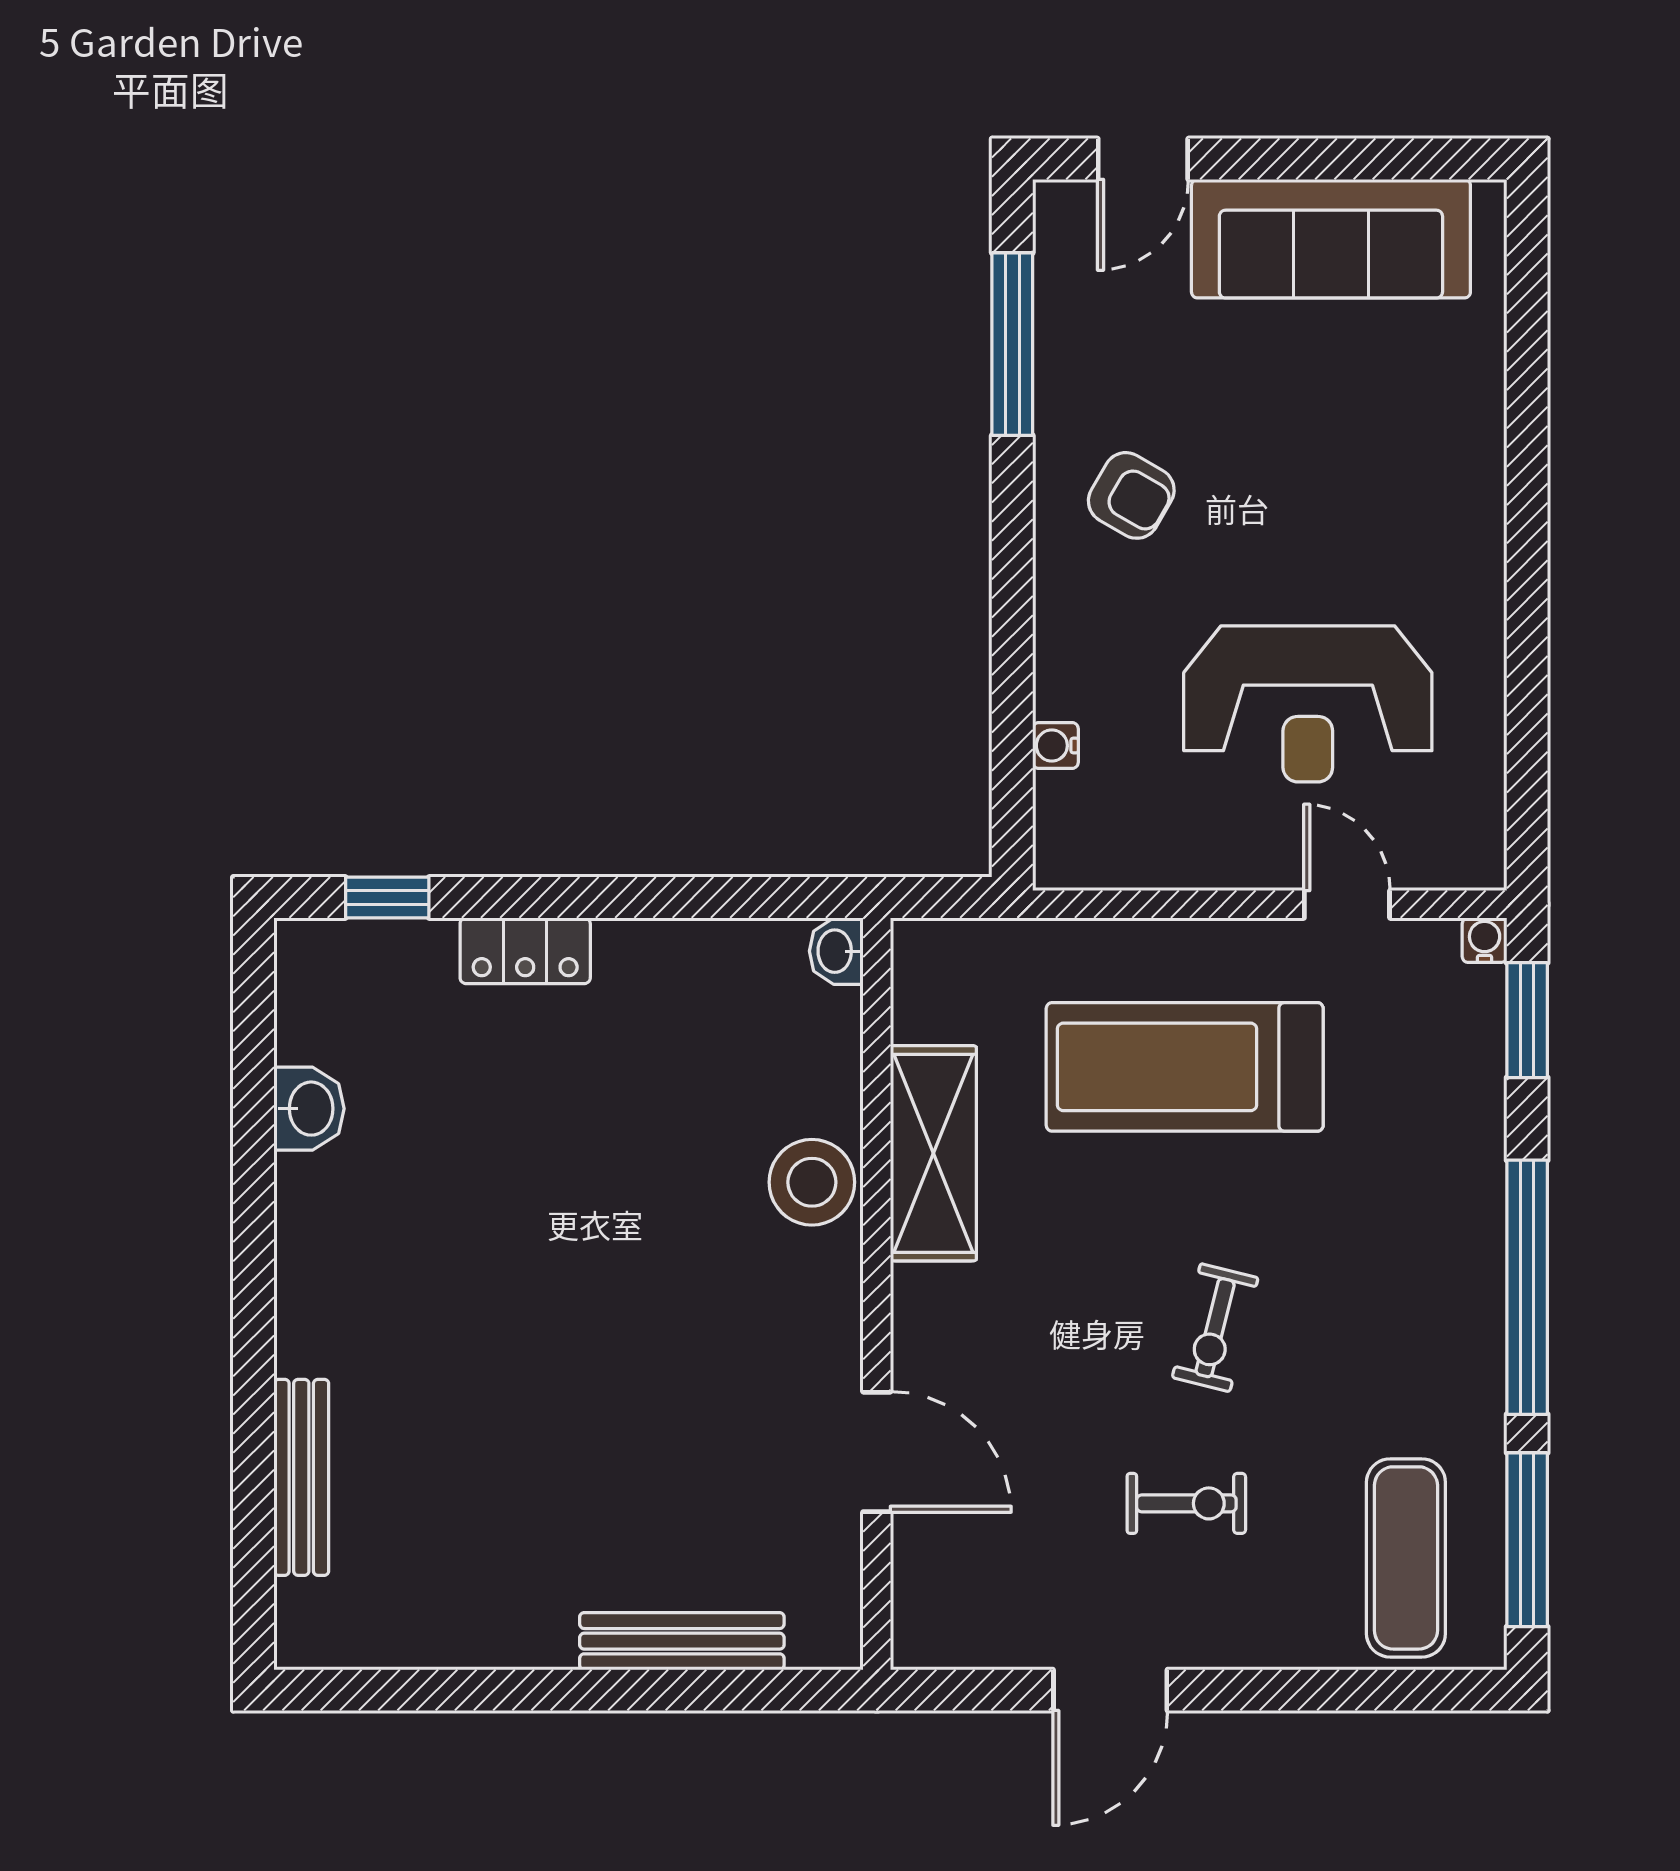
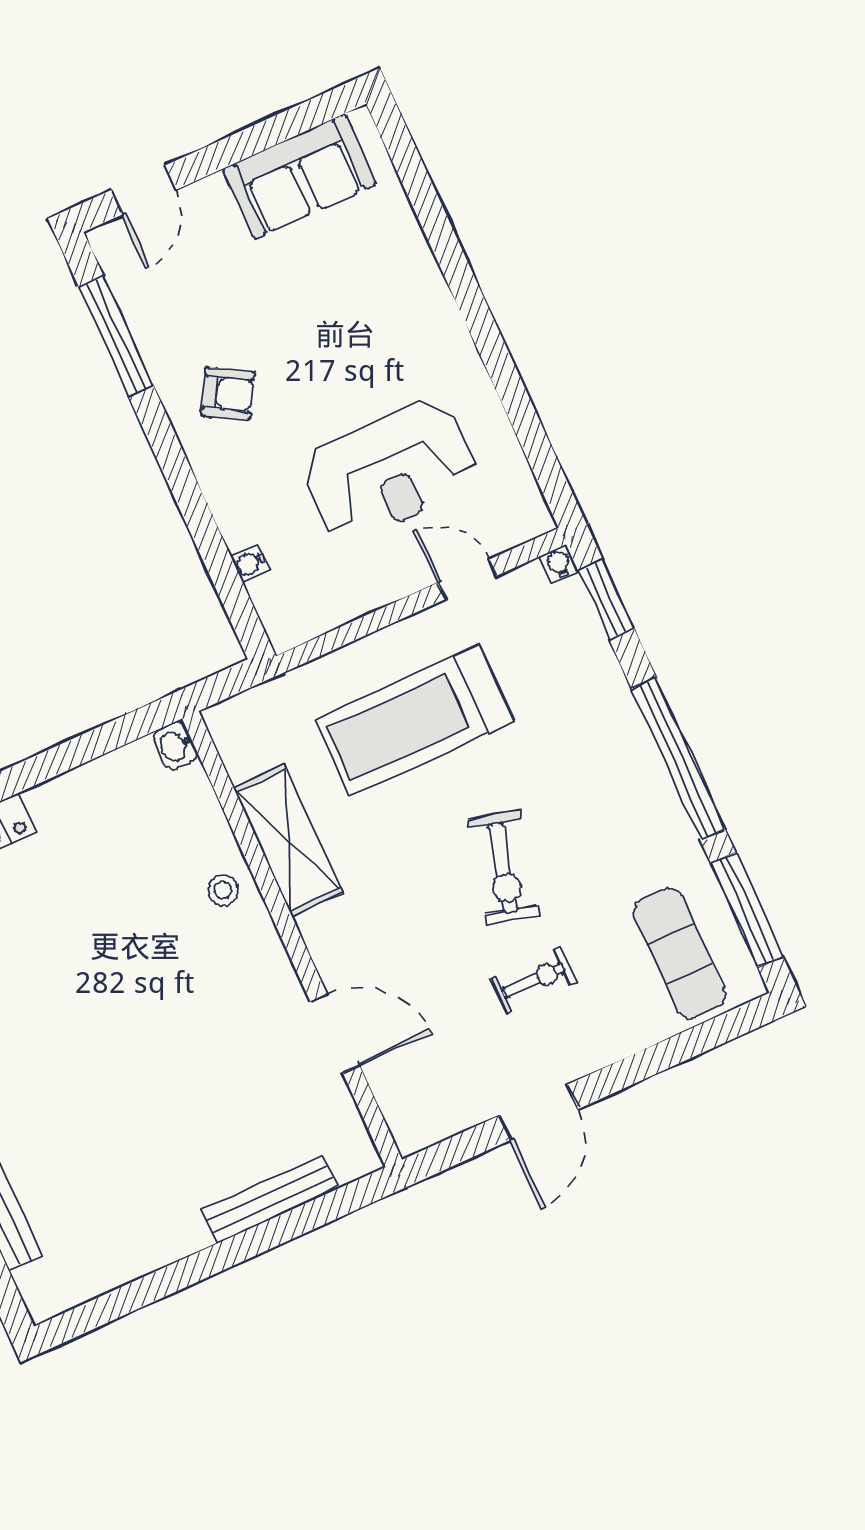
sofa: (1331, 239) -> (299, 176), width x0.73
stool: (812, 1182) -> (223, 890), width x0.53, depth x0.53
exercise bike: (1215, 1328) -> (503, 868), width x1.38, depth x1.39

